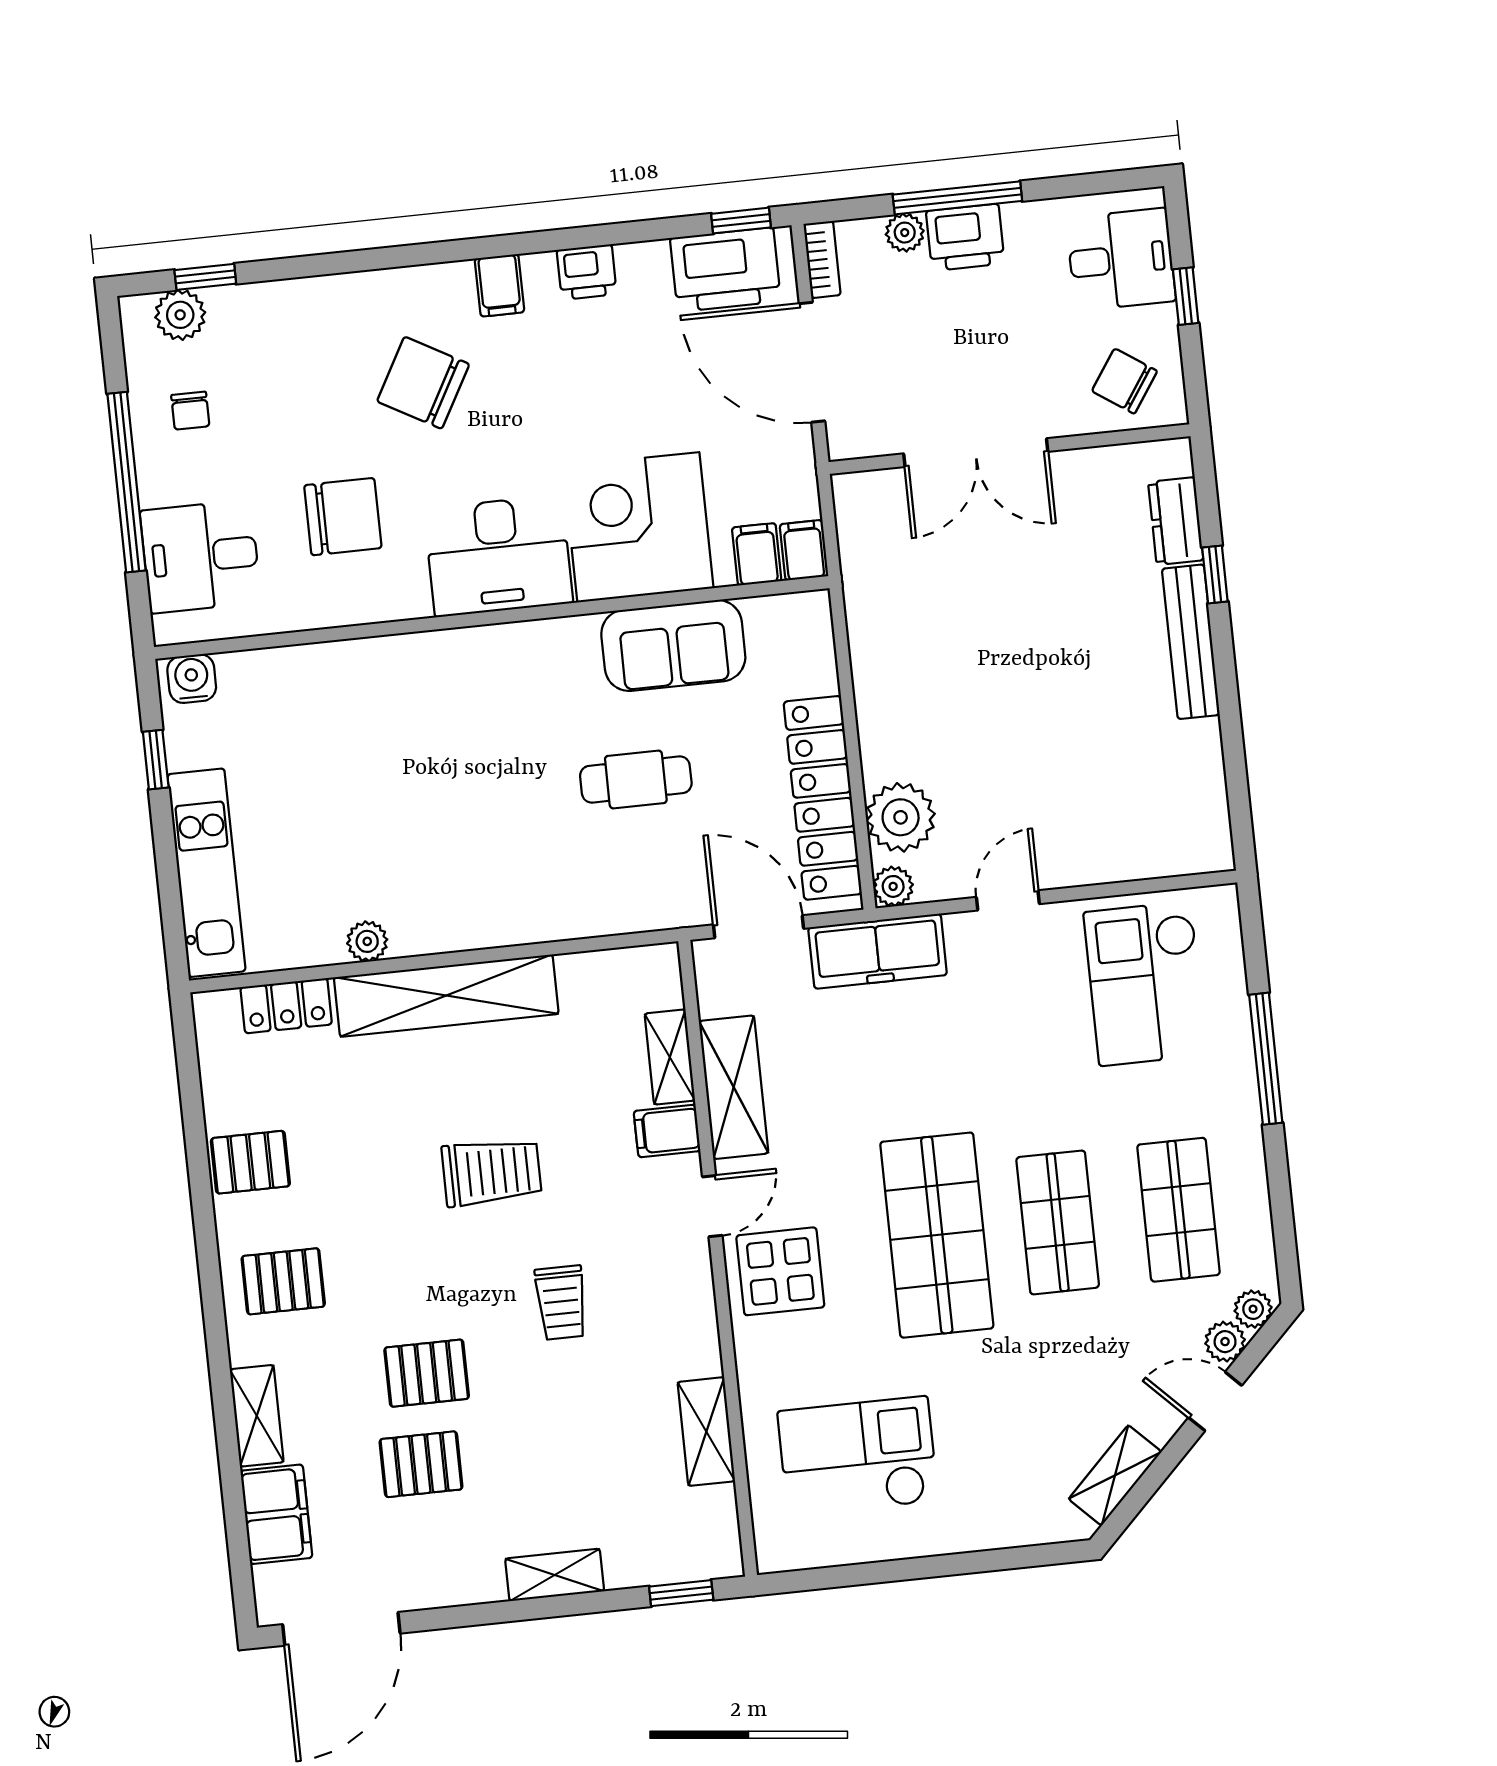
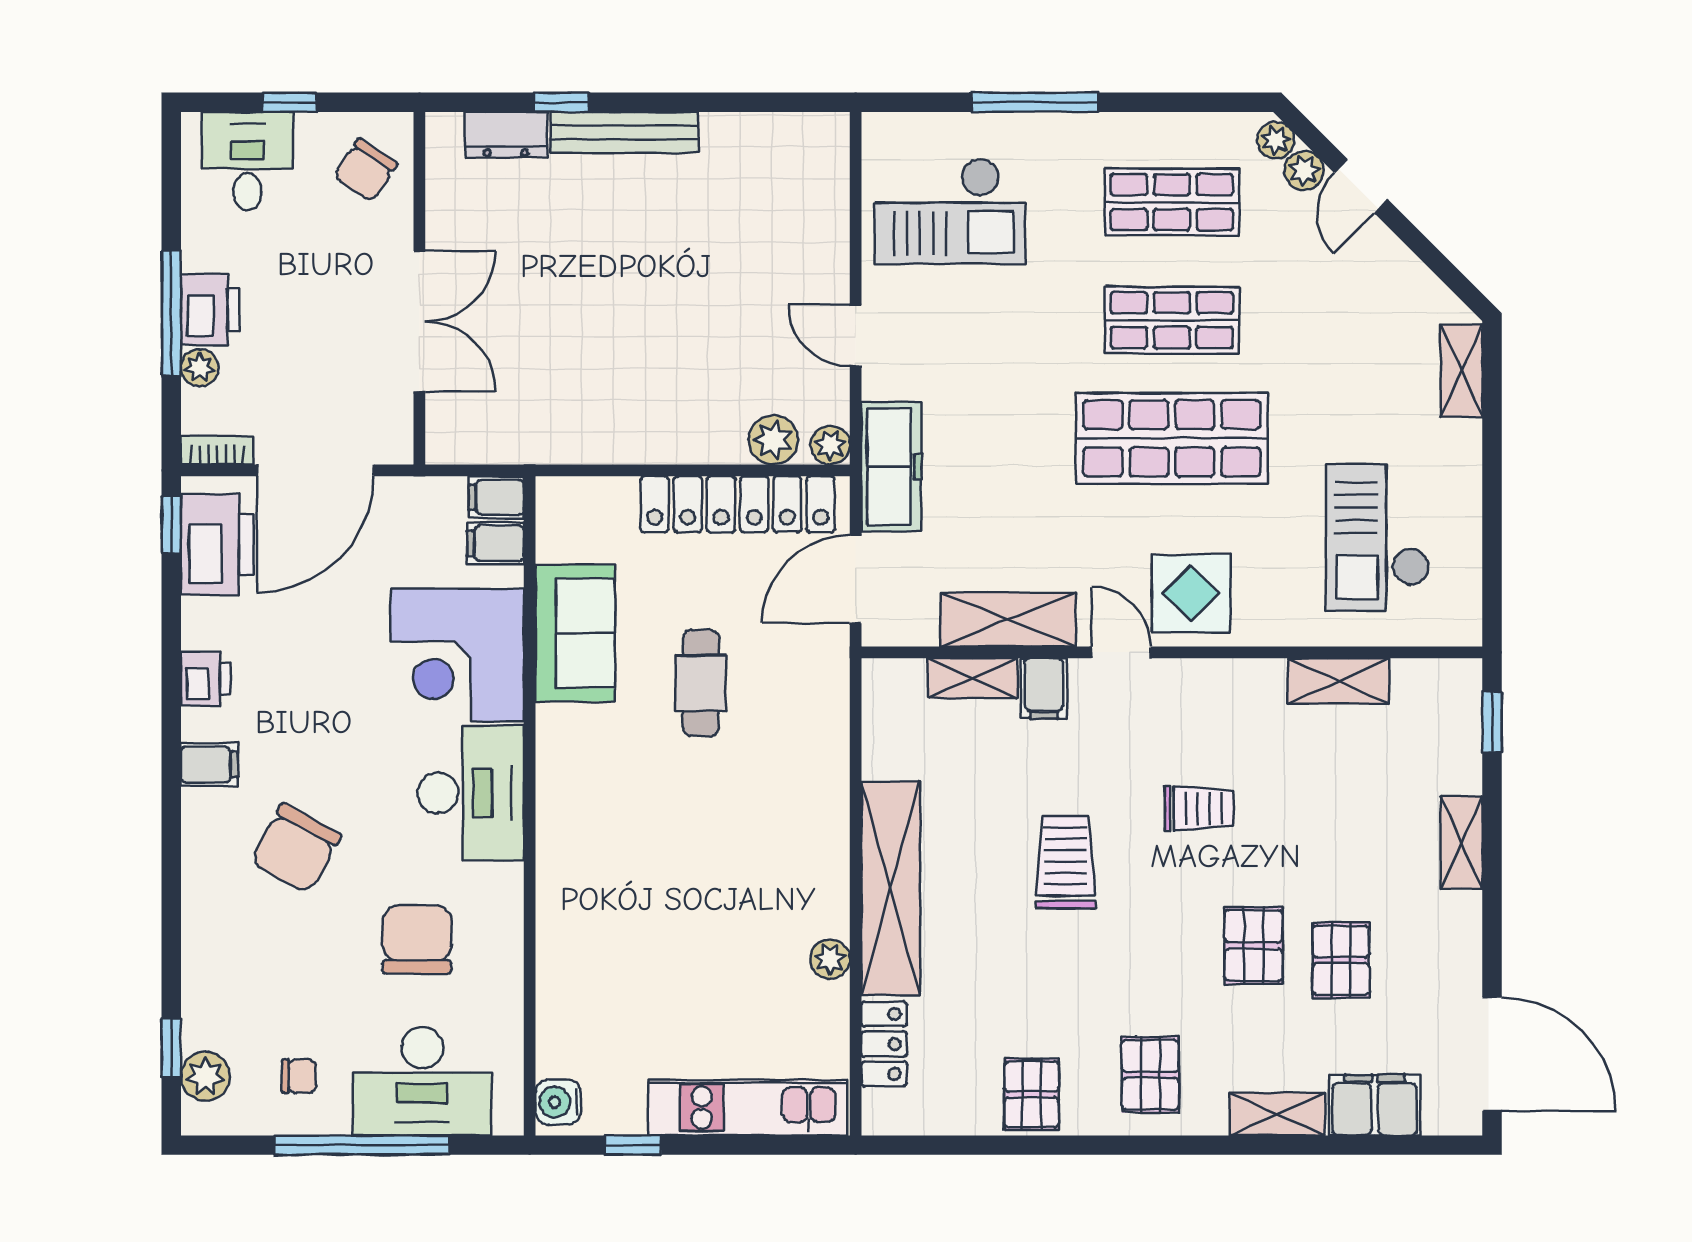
desk: (201, 557) -> (422, 1081), width x1.37
plant: (901, 817) -> (773, 440), width x0.73, depth x0.73
shelving: (1115, 1475) -> (1462, 371), moved, turned 45

